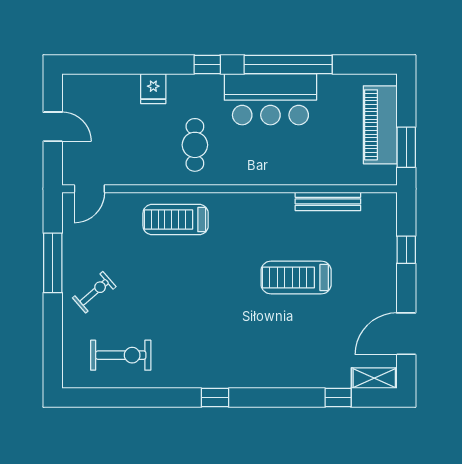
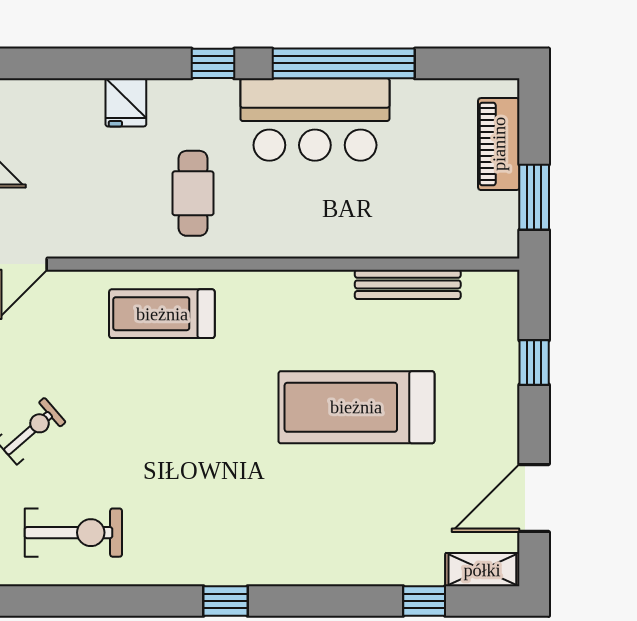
piano: (380, 125) -> (499, 144), width x0.73, depth x0.75
treadmill: (296, 278) -> (356, 407), width x1.37, depth x1.38

